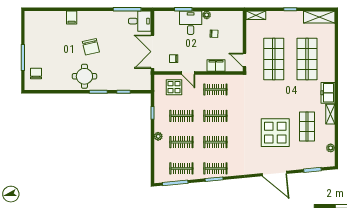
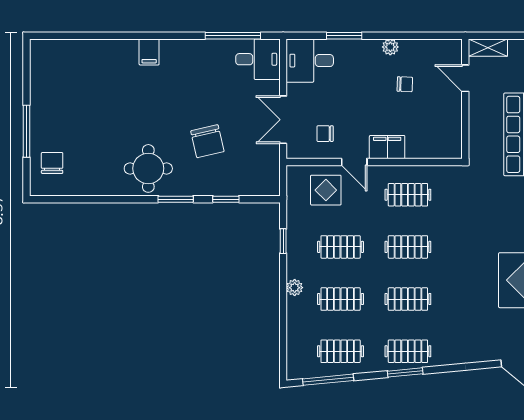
filing cabinet: (72, 17) -> (149, 52), moved
desk: (191, 23) -> (310, 61), moved, turned -90
chair: (91, 47) -> (207, 141), moved
double door: (152, 52) -> (283, 120), width x0.73
door: (244, 60) -> (465, 78), moved
filing cabinet: (216, 65) -> (387, 147), moved

